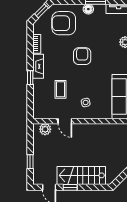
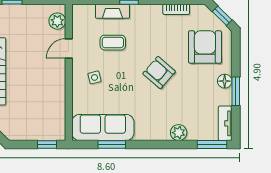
armchair: (82, 56) -> (159, 73), turned -139
fireplace: (38, 66) -> (112, 11), moved

